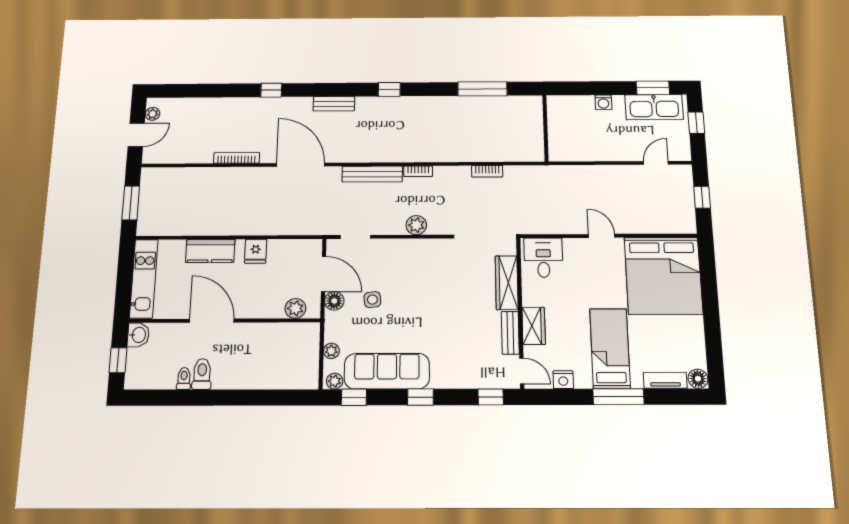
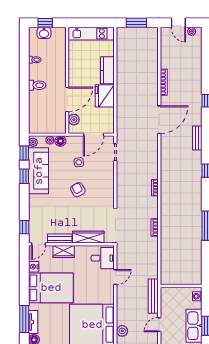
wall: (545, 128) -> (181, 286), moved
door: (656, 163) -> (159, 325), swing flipped
bench: (372, 174) -> (153, 296), moved
plant: (416, 225) -> (122, 331), moved
door: (602, 236) -> (115, 277), moved
fridge: (256, 251) -> (105, 96), width x1.88, depth x1.34
floor lamp: (334, 301) -> (60, 141), moved
armchair: (422, 301) -> (78, 190), added
door: (212, 321) -> (67, 99), moved
washbasin: (138, 335) -> (44, 33), moved
bed: (610, 348) -> (51, 288), width x1.50
toilet: (202, 374) -> (37, 85), moved
window: (420, 397) -> (24, 176), moved
window: (618, 397) -> (24, 319), moved

